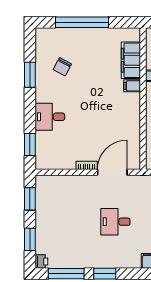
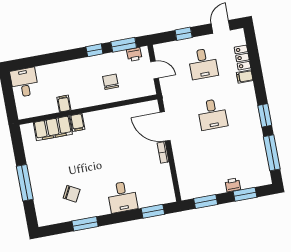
window: (82, 22) -> (25, 183), width x0.68
printer: (41, 262) -> (233, 185), moved

